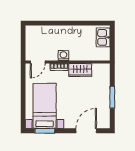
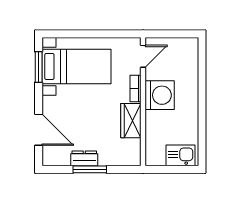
washing machine: (63, 56) -> (160, 95), width x1.89, depth x1.89
door: (38, 62) -> (143, 56), swing flipped
dresser: (105, 101) -> (84, 158), added

